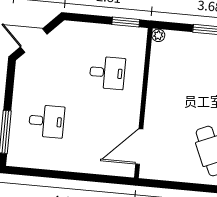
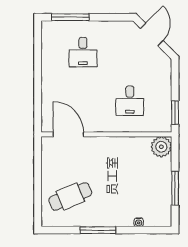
plant: (158, 35) -> (161, 147), width x1.88, depth x1.88

